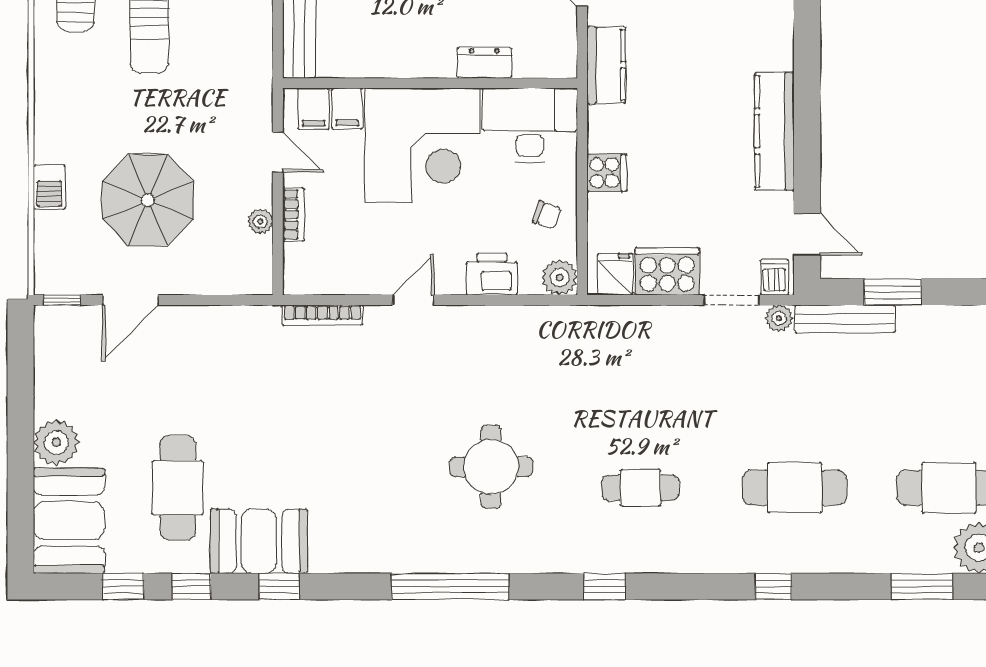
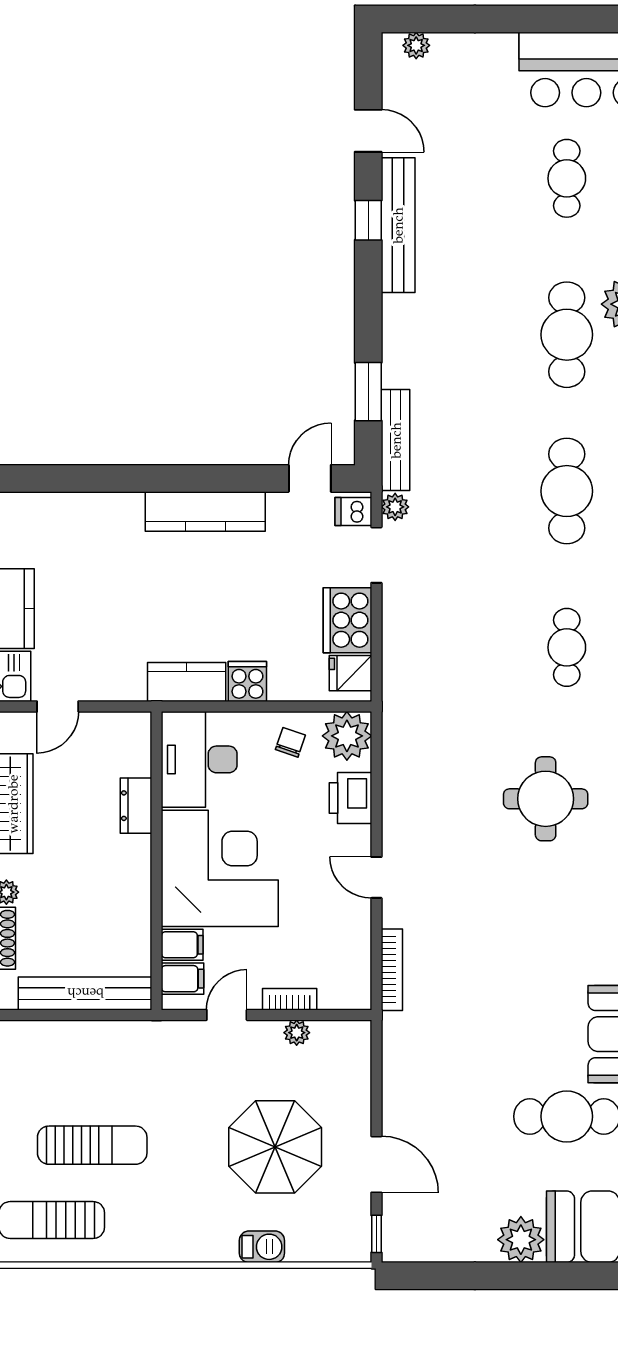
kitchen counter: (606, 65) -> (187, 682), moved
plant: (560, 277) -> (347, 736), width x1.36, depth x1.36

